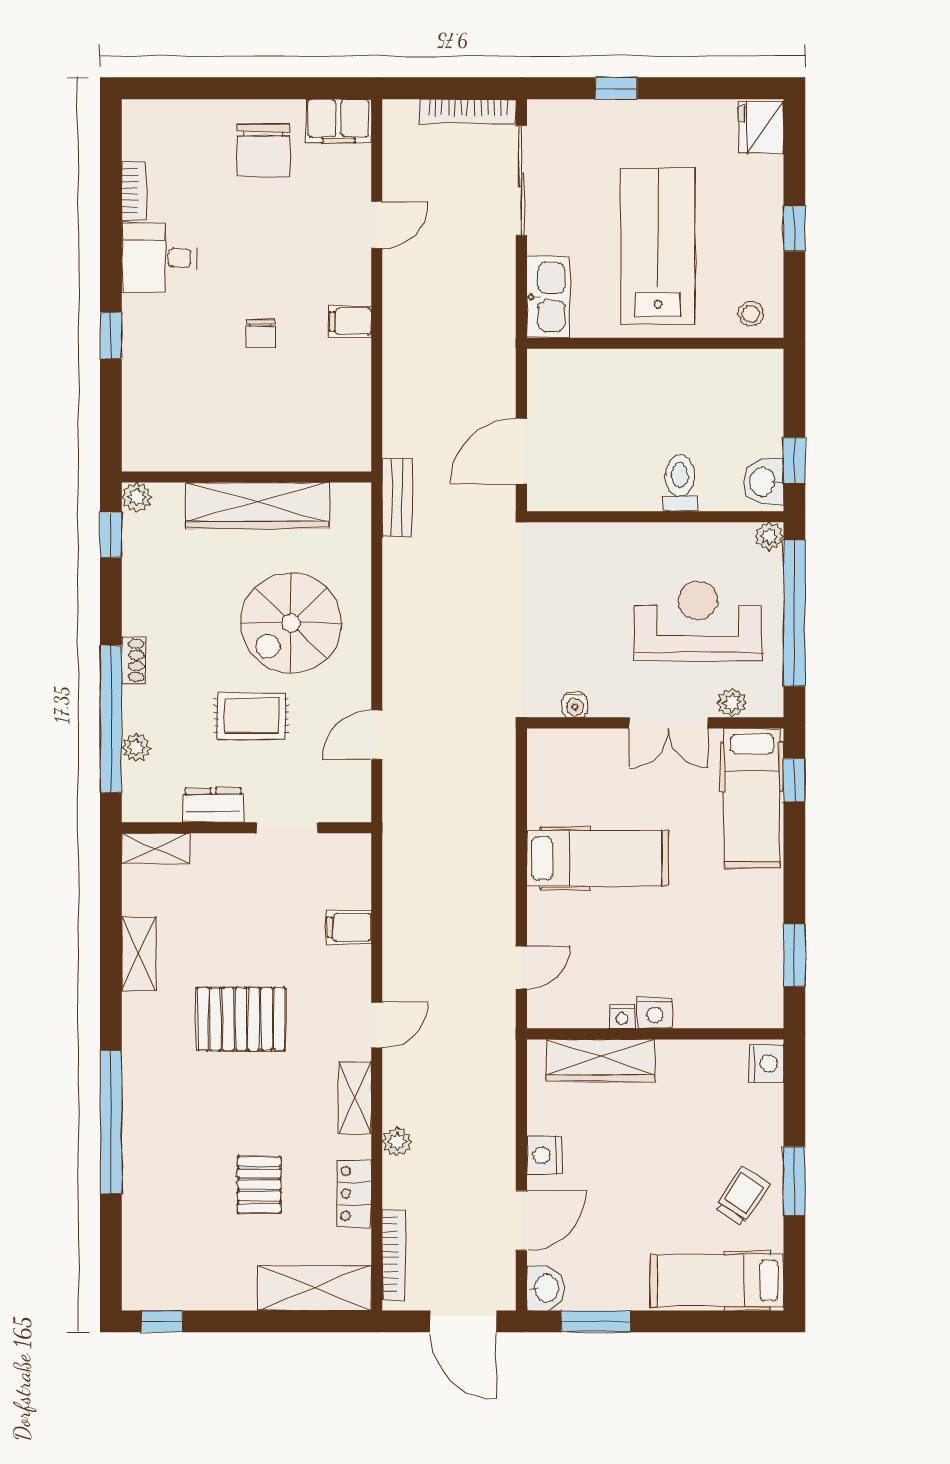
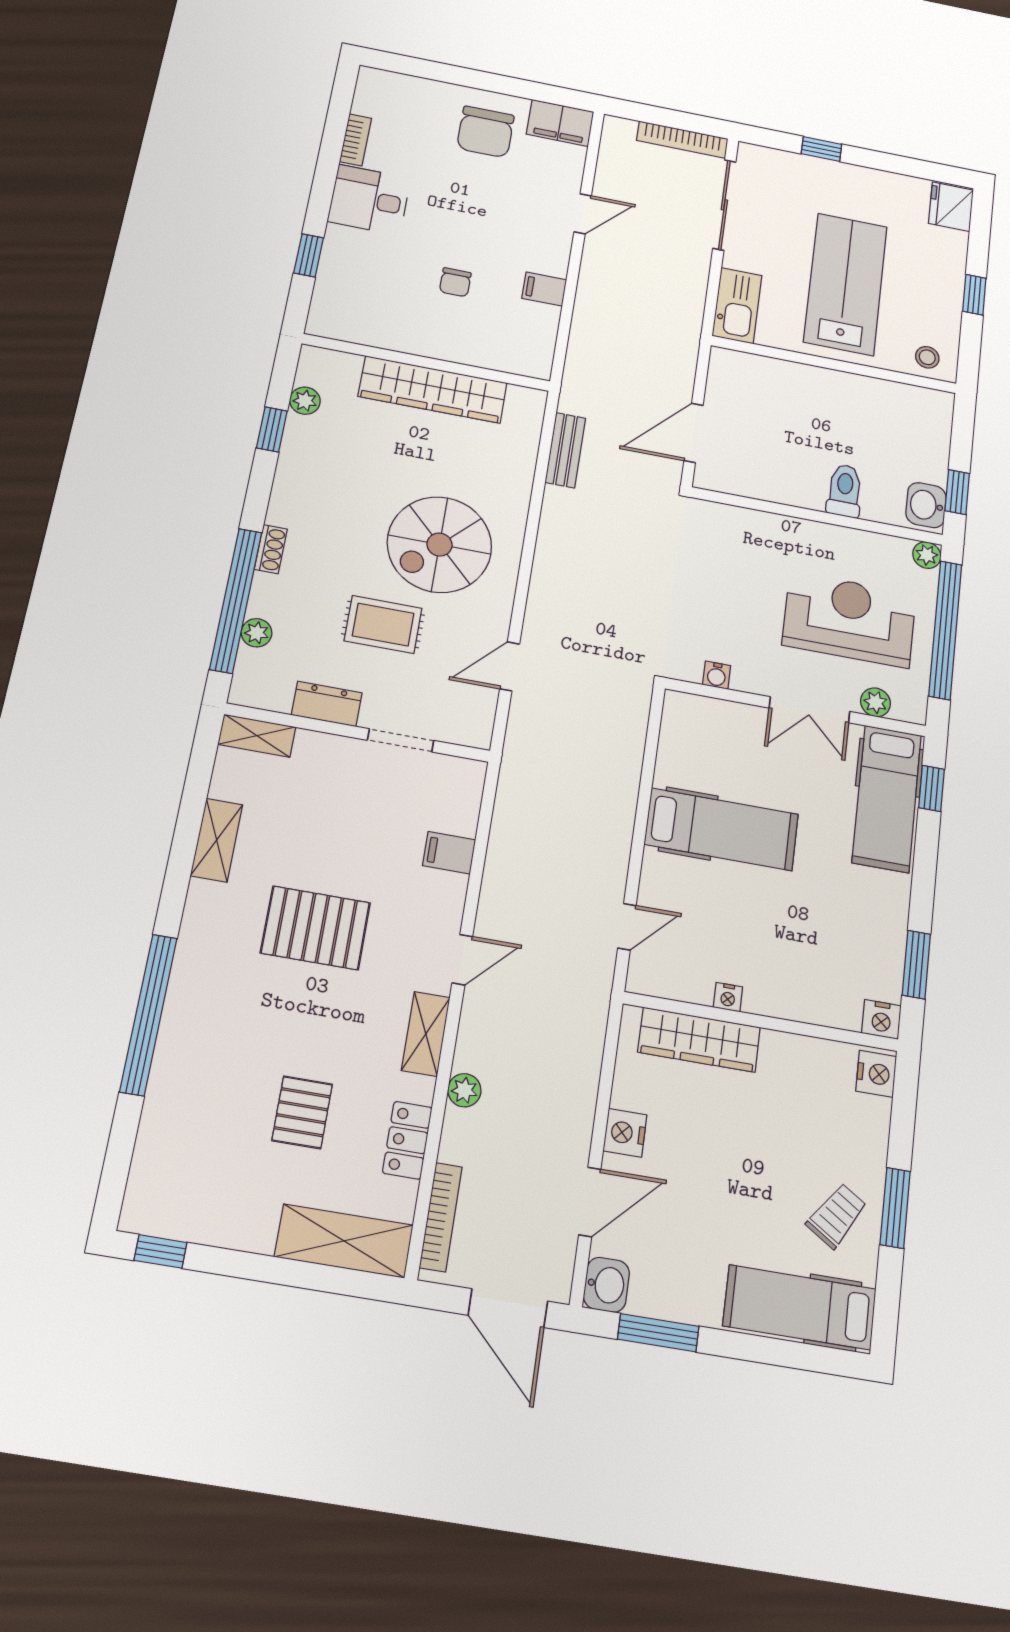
wall: (247, 477) -> (426, 362), moved
wardrobe: (258, 506) -> (433, 390), moved
nightstand: (655, 1013) -> (881, 1019), moved

